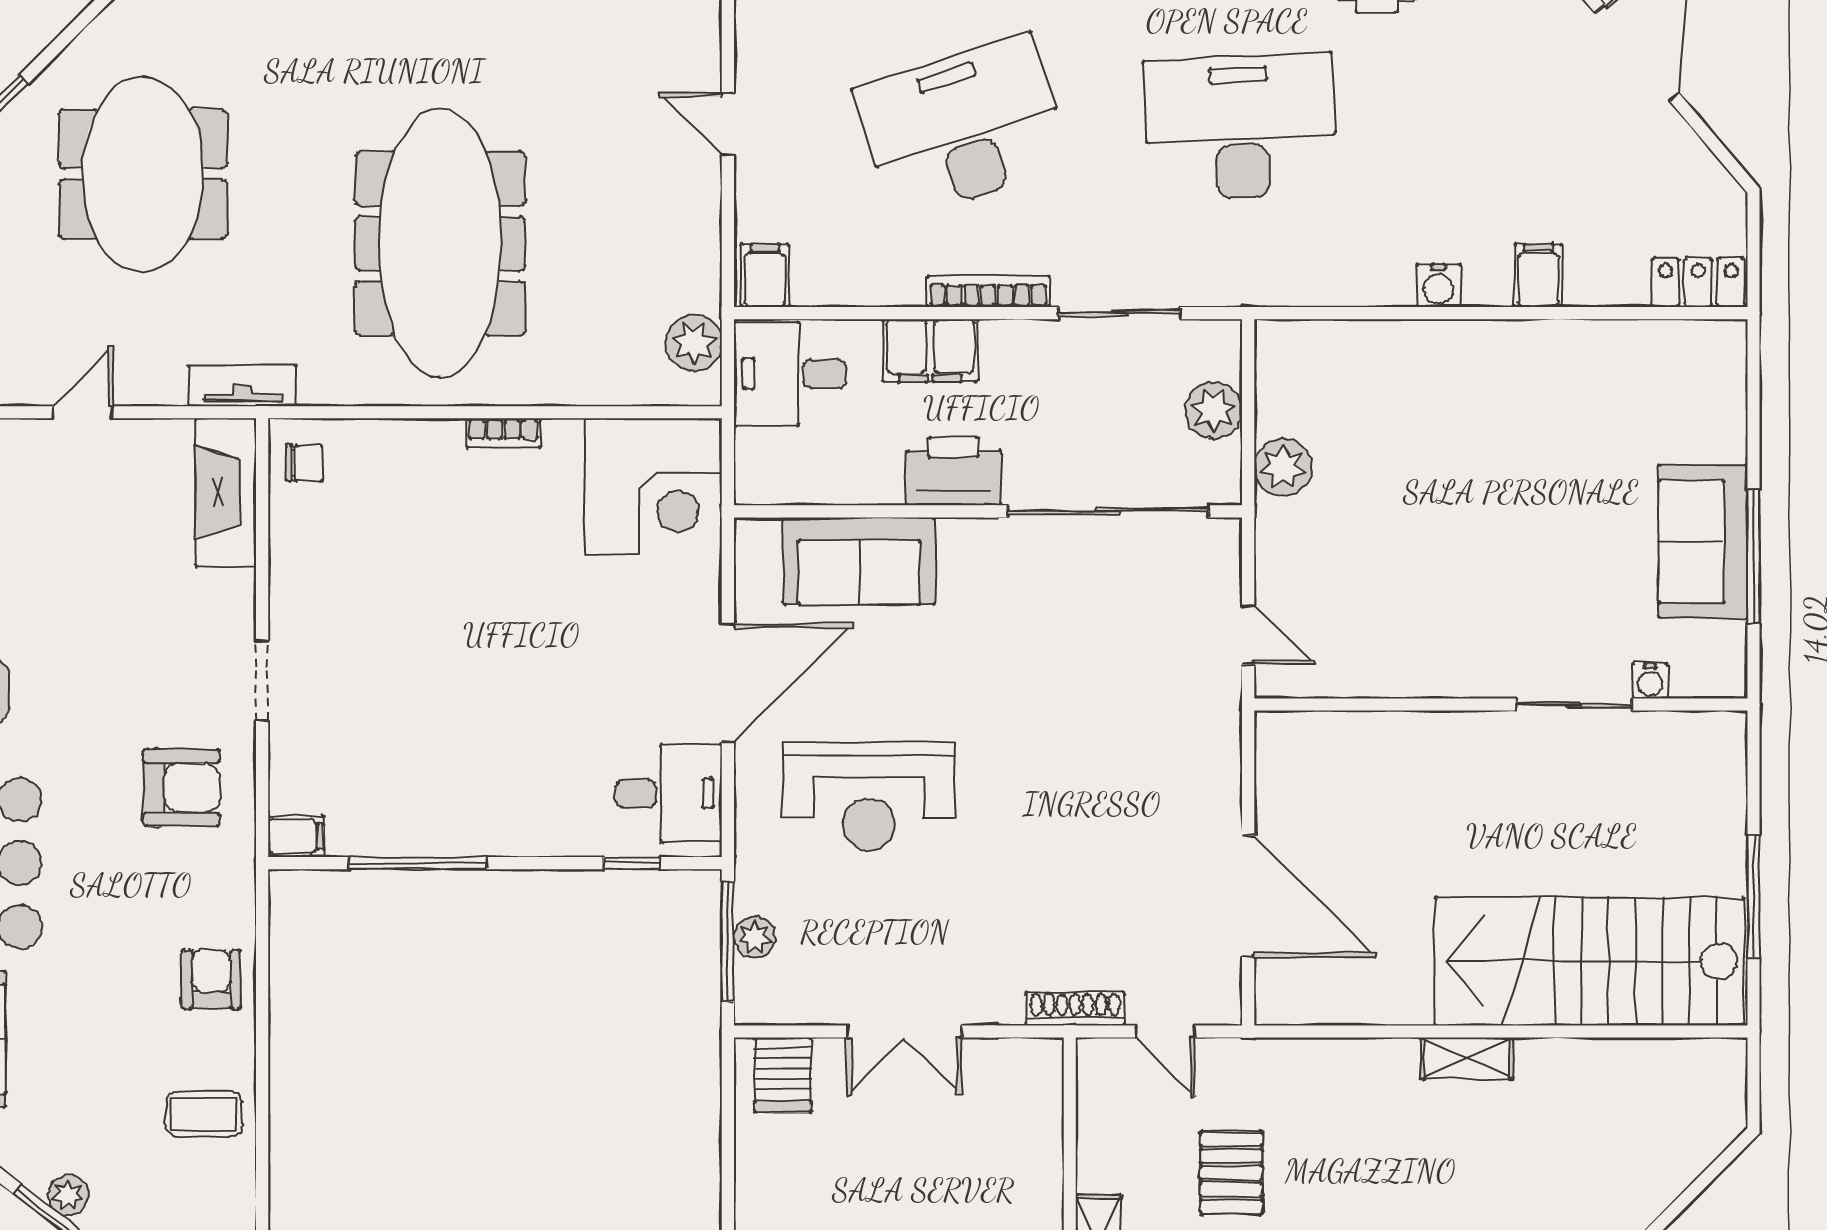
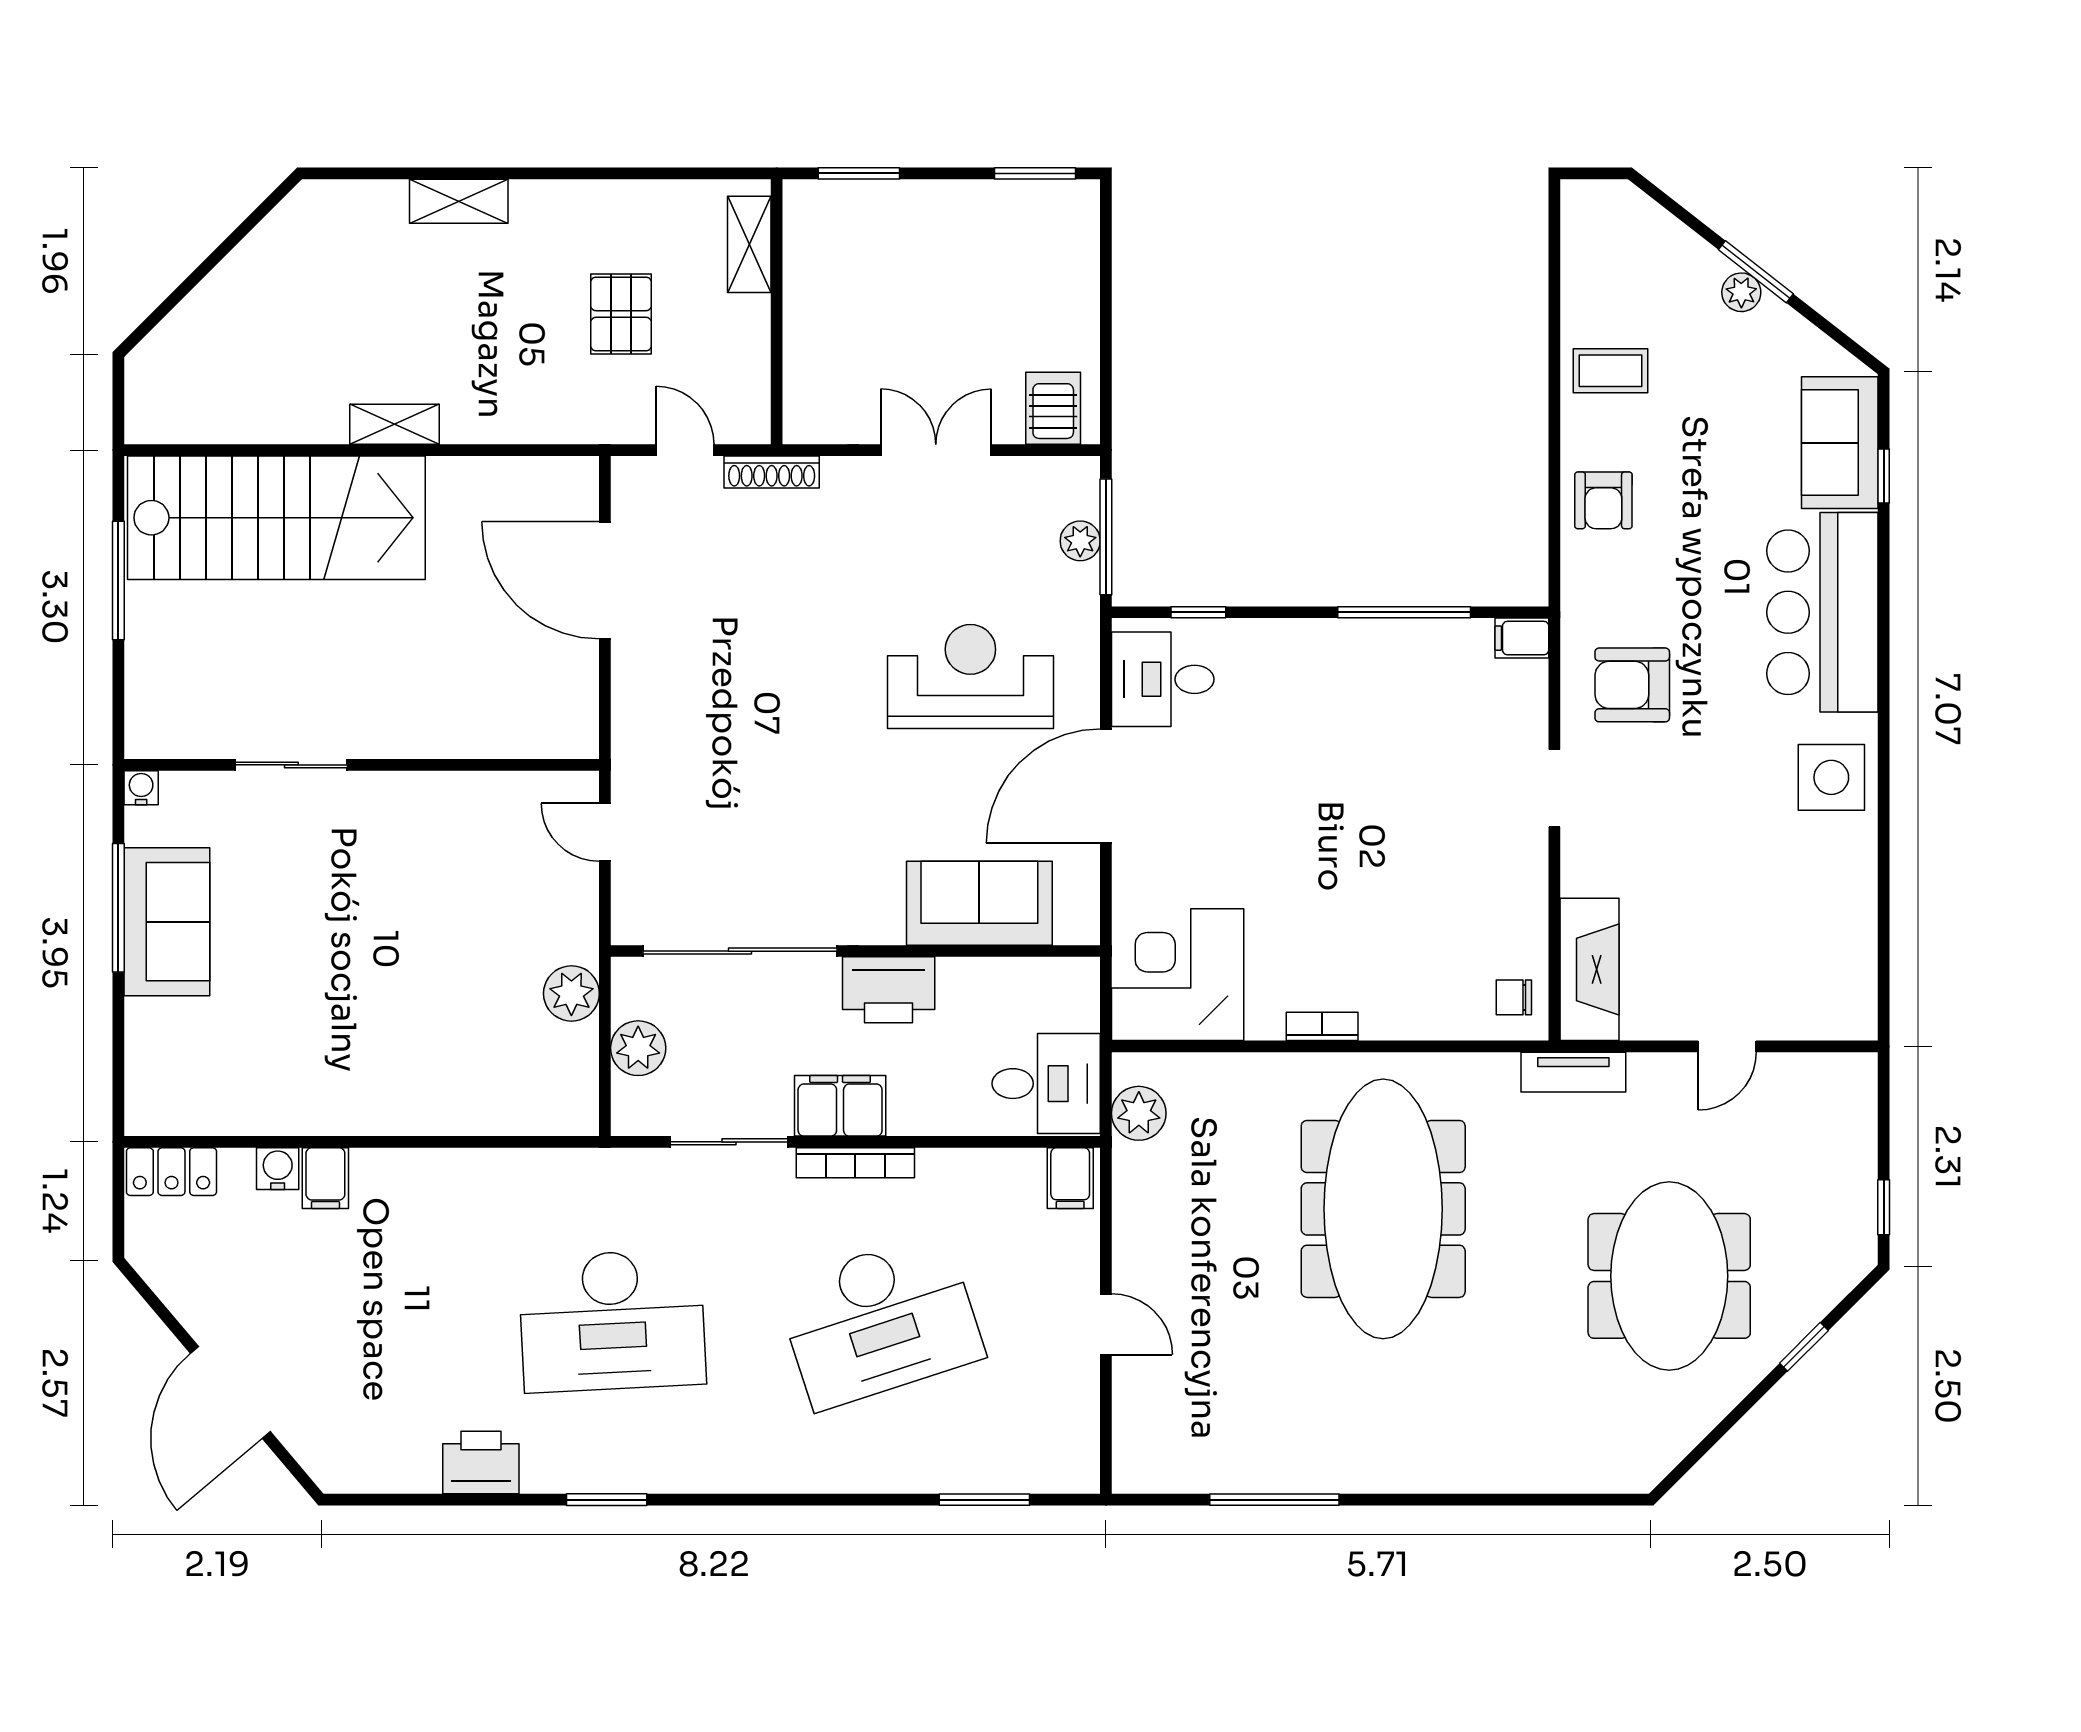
water cooler: (1439, 285) -> (278, 1169), moved
filing cabinet: (930, 351) -> (840, 1106), moved
water cooler: (1650, 681) -> (141, 788), moved

